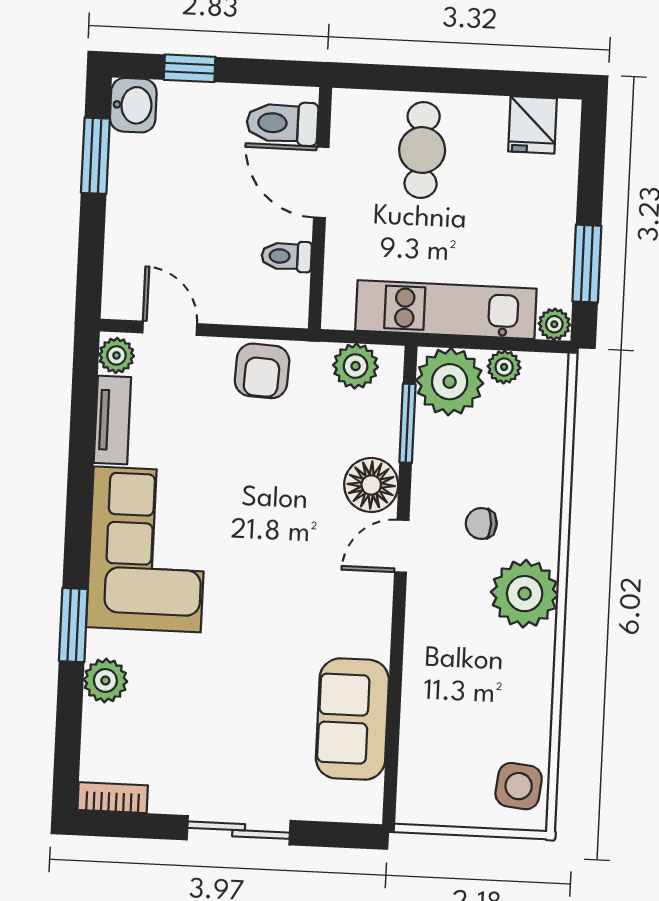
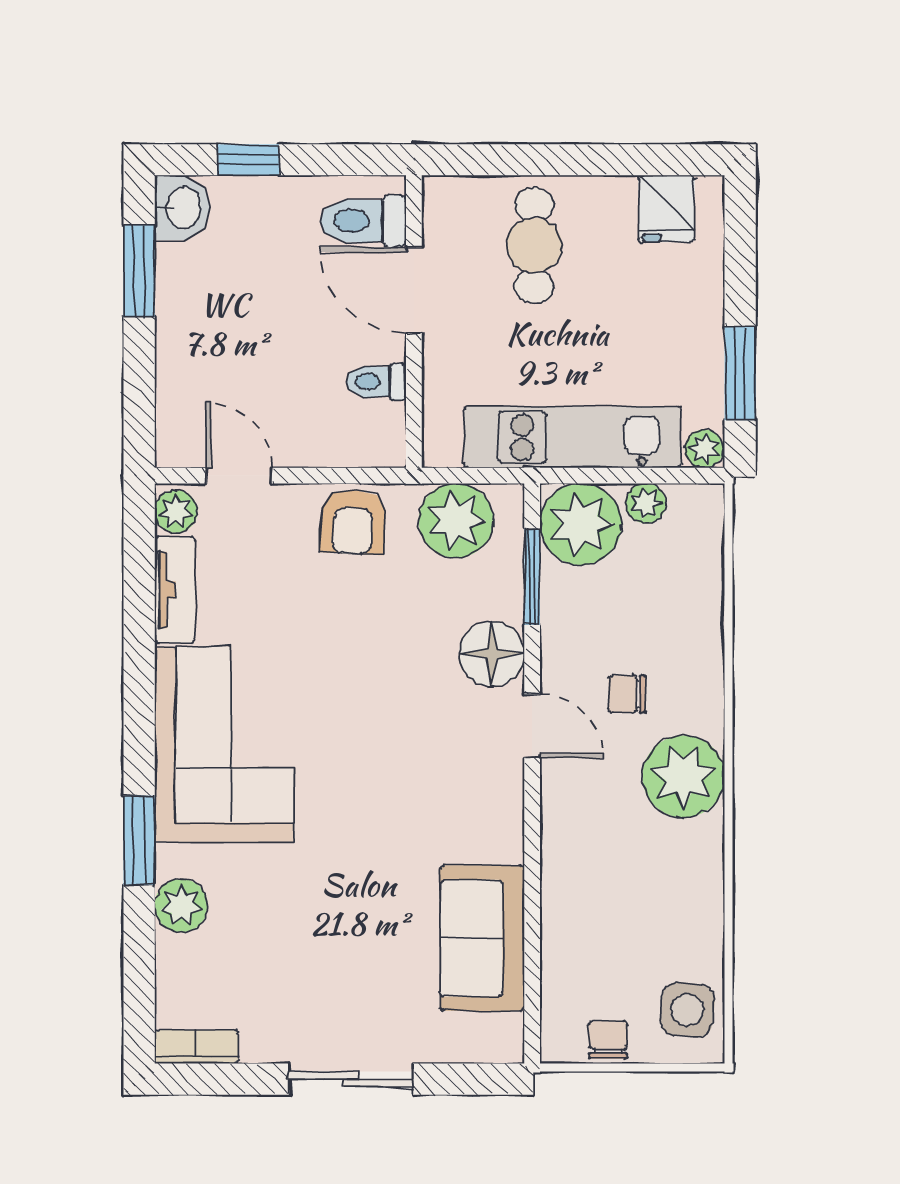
plant: (356, 366) -> (456, 521), width x1.36, depth x1.36
door: (402, 546) -> (532, 726), swing flipped
chair: (452, 808) -> (608, 1040), added

